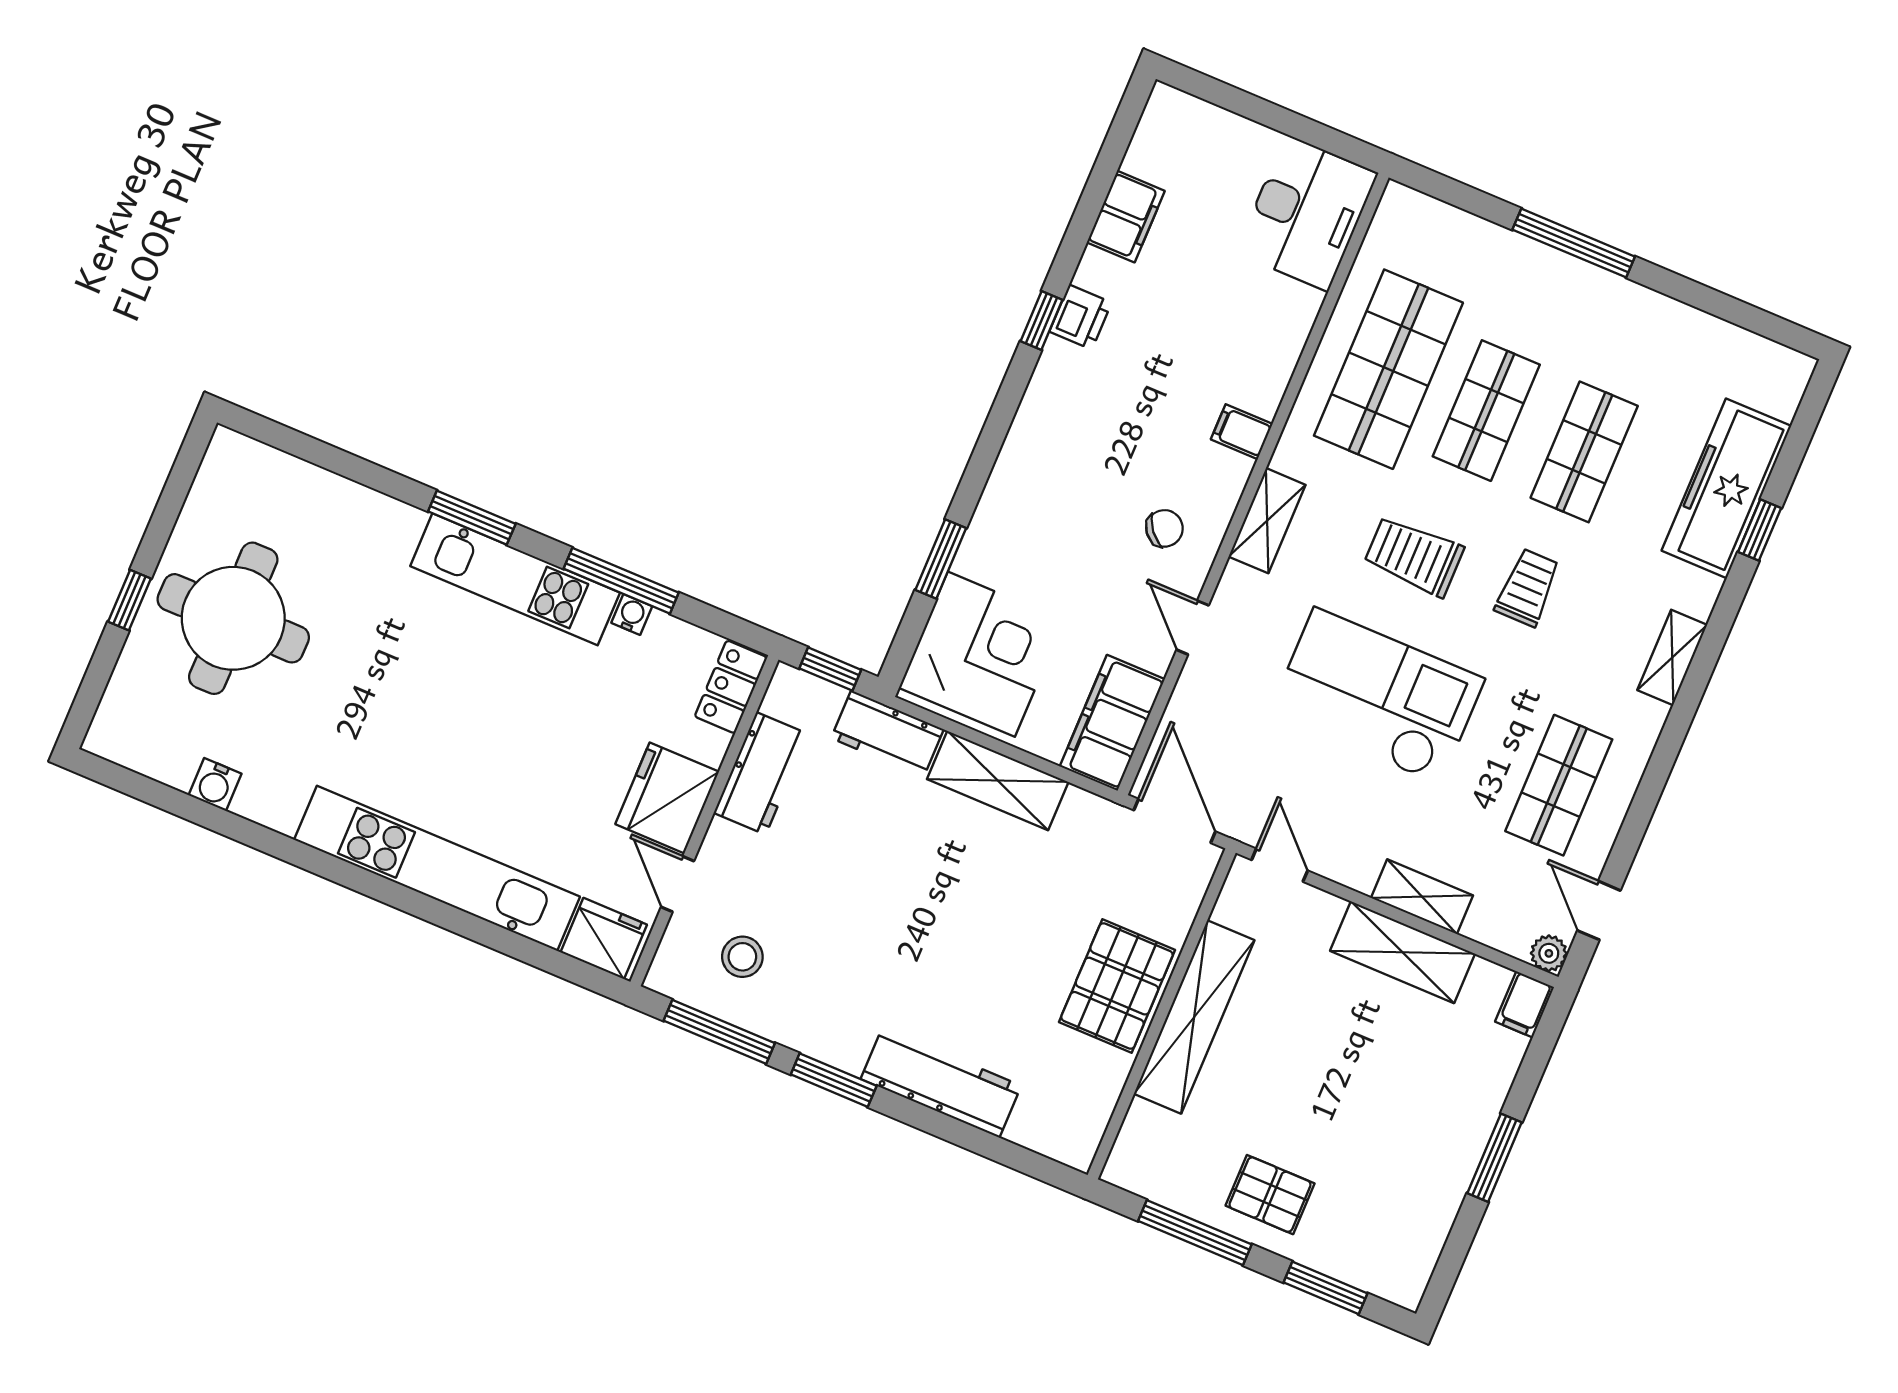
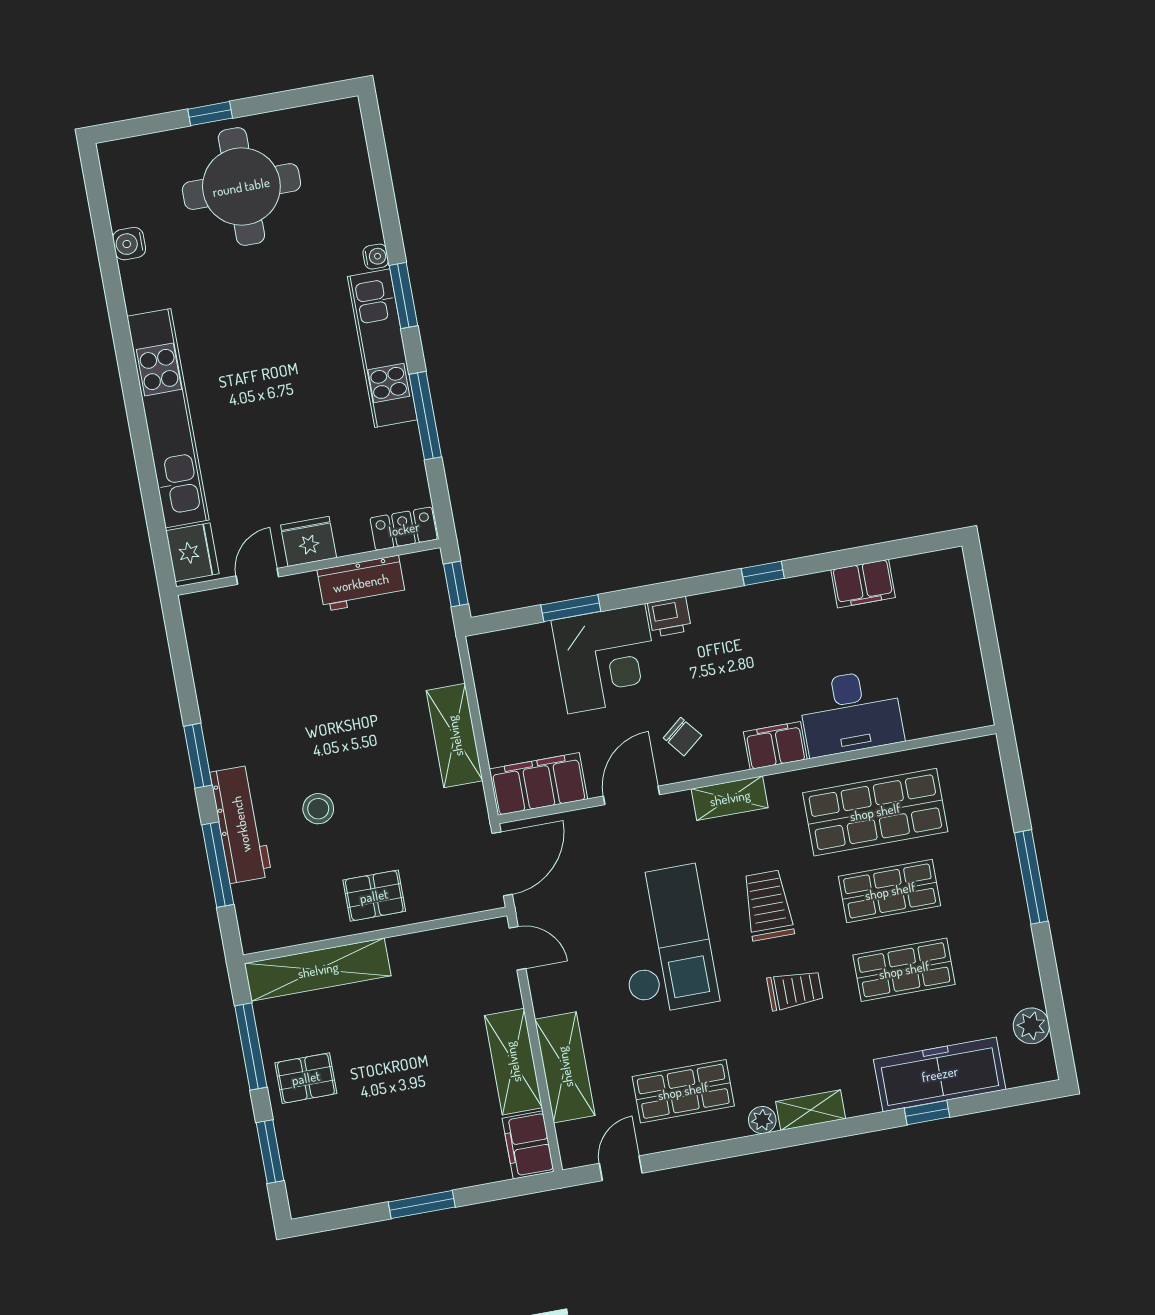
desk: (1307, 213) -> (851, 713), moved
printer: (1081, 317) -> (669, 617), moved
plant: (1739, 351) -> (1031, 1026), added
filing cabinet: (1242, 432) -> (775, 745), width x2.00
water cooler: (632, 614) -> (376, 257), moved
door: (1193, 628) -> (632, 795), width x1.37
corner desk: (981, 654) -> (606, 659), moved
workbench: (887, 734) -> (439, 647), removed
fridge: (667, 798) -> (309, 541), width x0.73, depth x0.75
door: (1280, 865) -> (518, 948), hinge flipped
shelving: (1422, 897) -> (565, 1067), width x1.50, depth x1.33
plant: (1549, 953) -> (762, 1120), moved
stool: (742, 957) -> (318, 809), moved
pallet: (1117, 986) -> (374, 896), width x0.67, depth x0.71
filing cabinet: (1525, 1004) -> (528, 1145), width x2.00
shelving: (1194, 1017) -> (318, 970), moved
window: (719, 1032) -> (218, 865), moved
pallet: (1270, 1195) -> (306, 1078), turned 90

